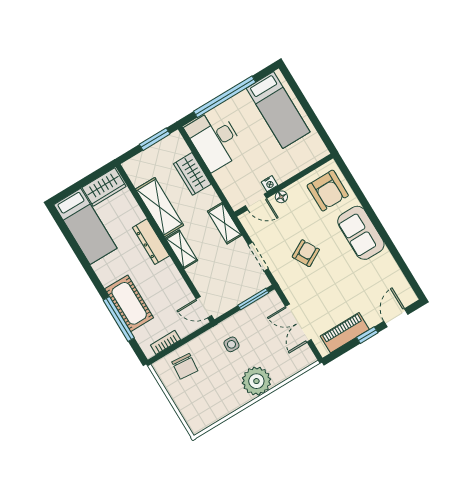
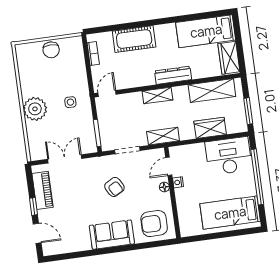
shelving: (160, 207) -> (212, 91), moved
window: (119, 319) -> (126, 26), removed
chair: (185, 366) -> (51, 50), moved, turned -95

